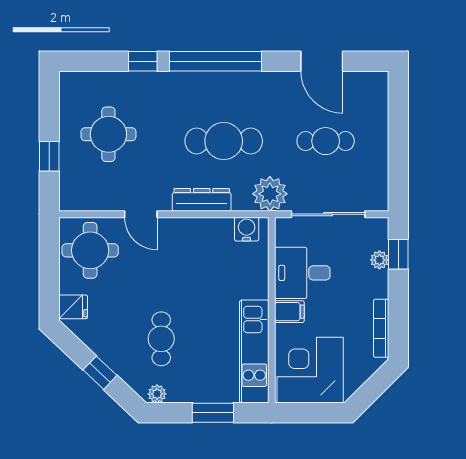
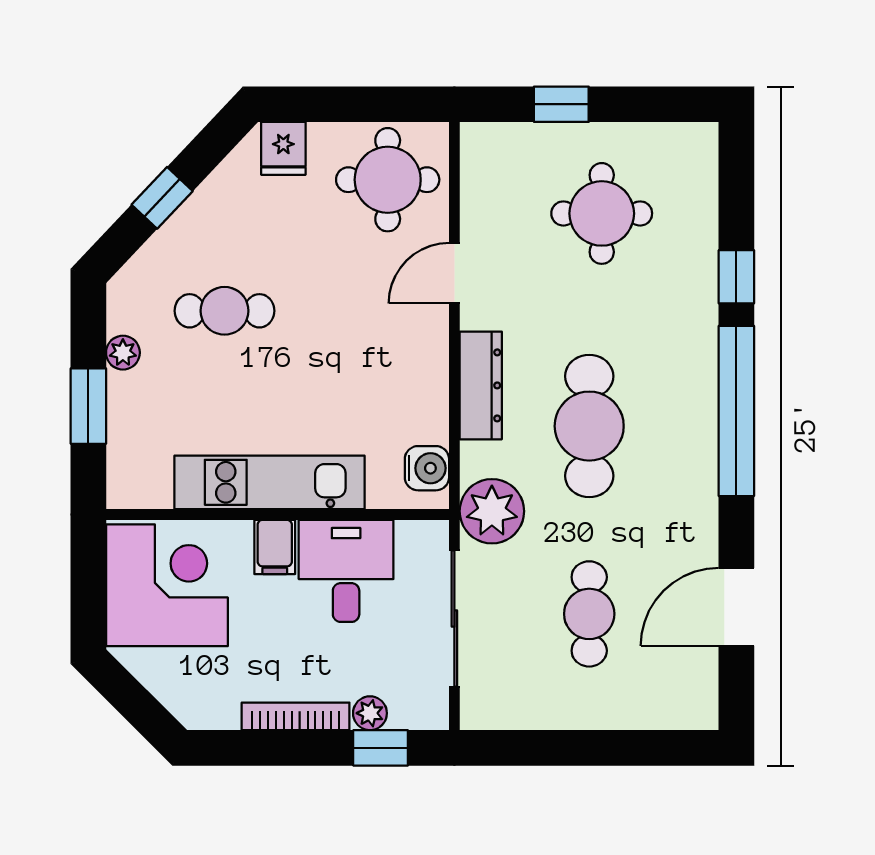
bookcase: (381, 328) -> (296, 716), moved
kitchen unit: (254, 351) -> (270, 482), moved
plant: (157, 394) -> (123, 353), moved

